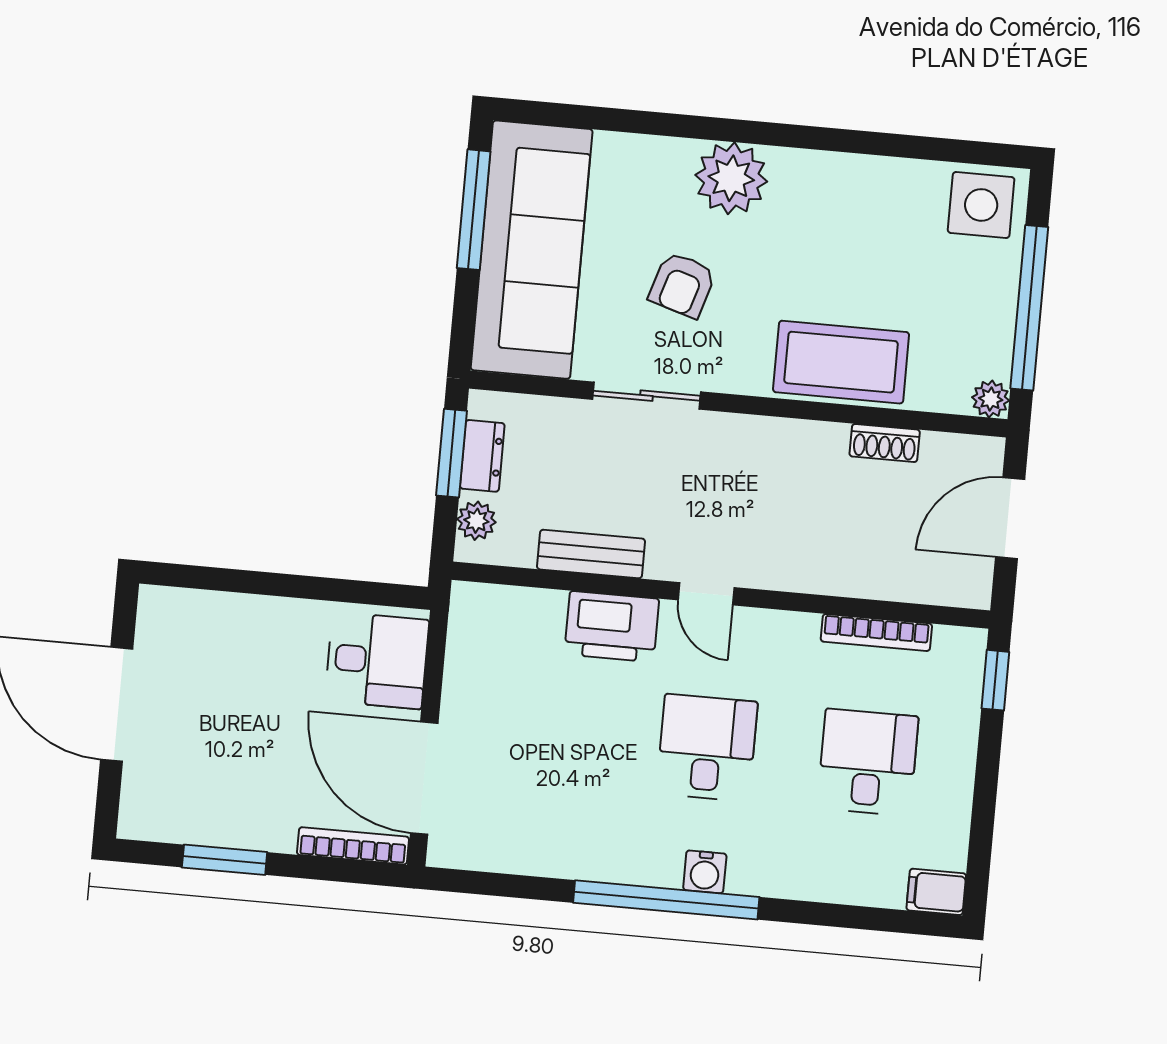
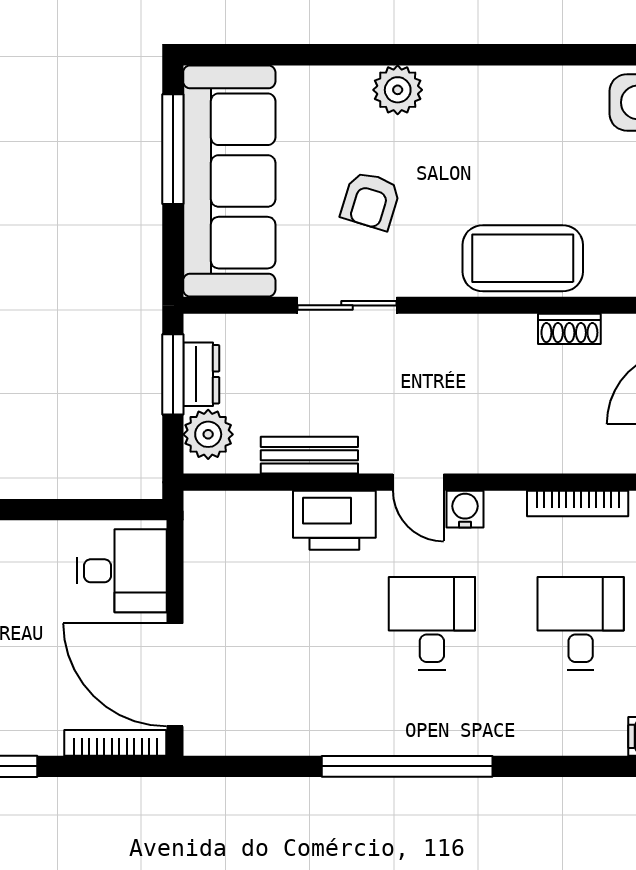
plant: (731, 178) -> (398, 90), width x0.73, depth x0.73
plant: (476, 521) -> (208, 434), width x1.38, depth x1.38
water cooler: (705, 872) -> (465, 509), moved, turned 180

